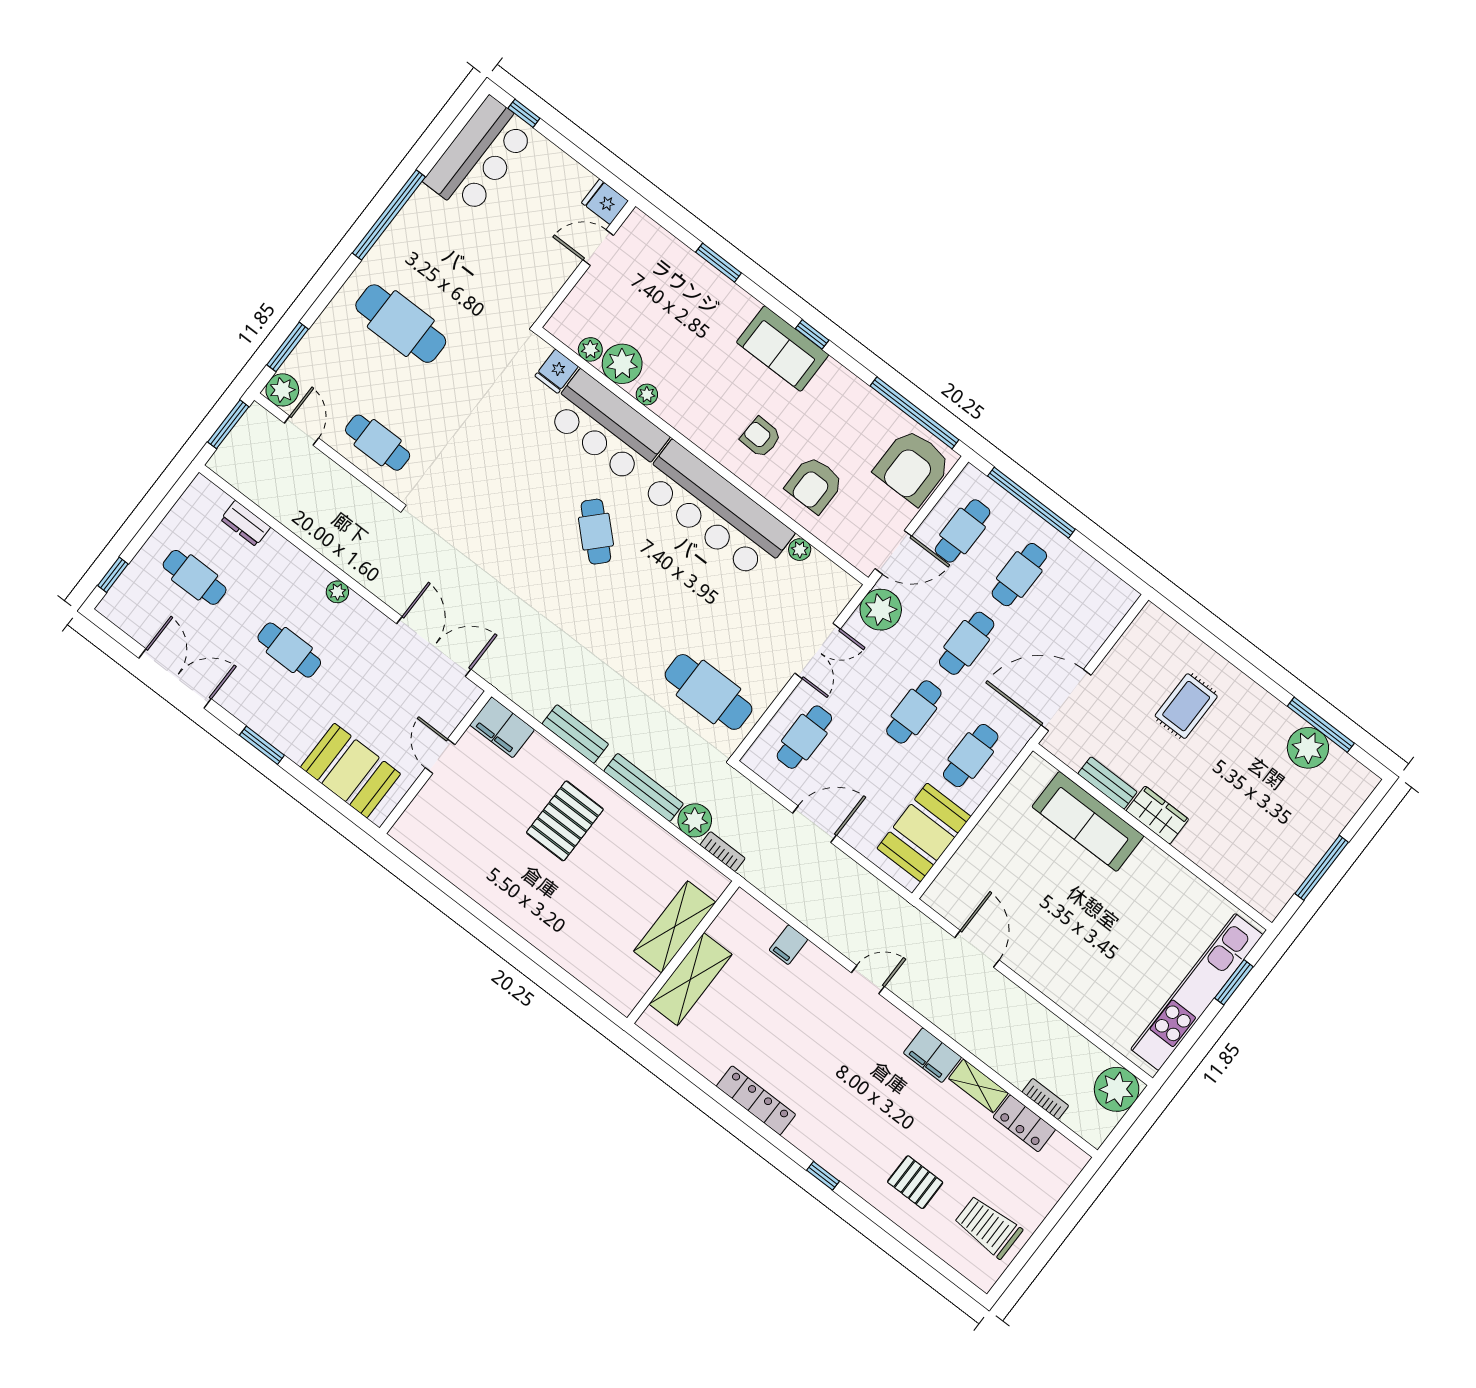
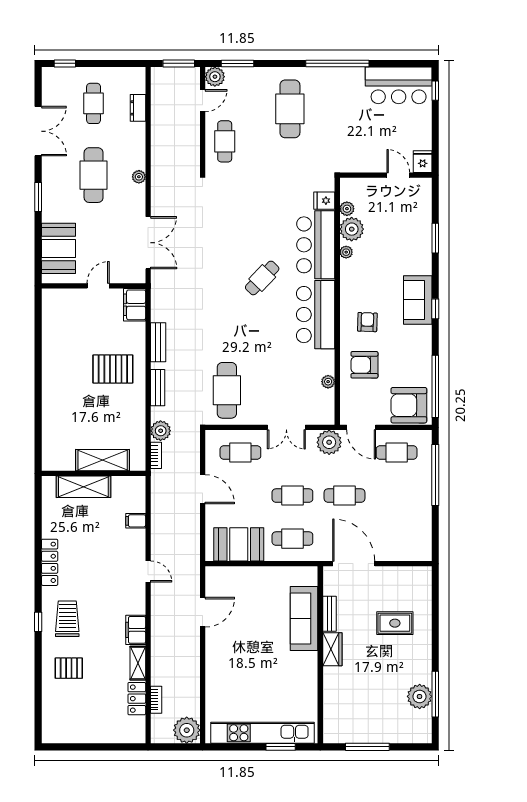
bar counter: (715, 511) -> (316, 315), width x0.73
cafe table: (1019, 575) -> (397, 496), removed
cafe table: (289, 650) -> (94, 175), width x1.37, depth x1.35
bench: (644, 787) -> (158, 388), width x0.73
pallet: (915, 1182) -> (69, 668), turned 90
trolley: (988, 1227) -> (67, 619), moved

